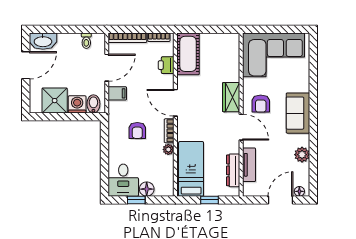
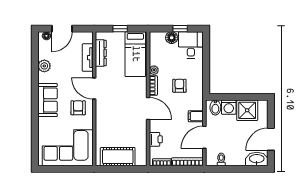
cot: (188, 54) -> (118, 157), moved, turned 90
wardrobe: (231, 97) -> (102, 113), removed

